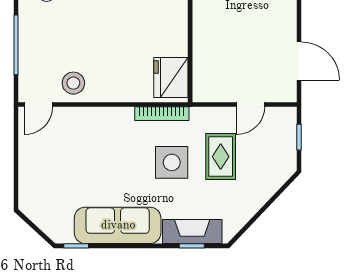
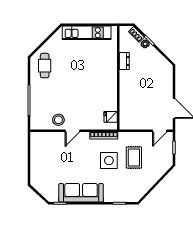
fridge: (171, 77) -> (111, 117), width x0.53, depth x0.75
door: (38, 104) -> (72, 131), moved
door: (251, 104) -> (160, 131), moved
fireplace: (192, 232) -> (119, 196), removed

